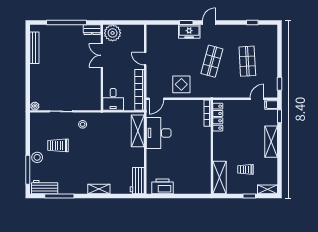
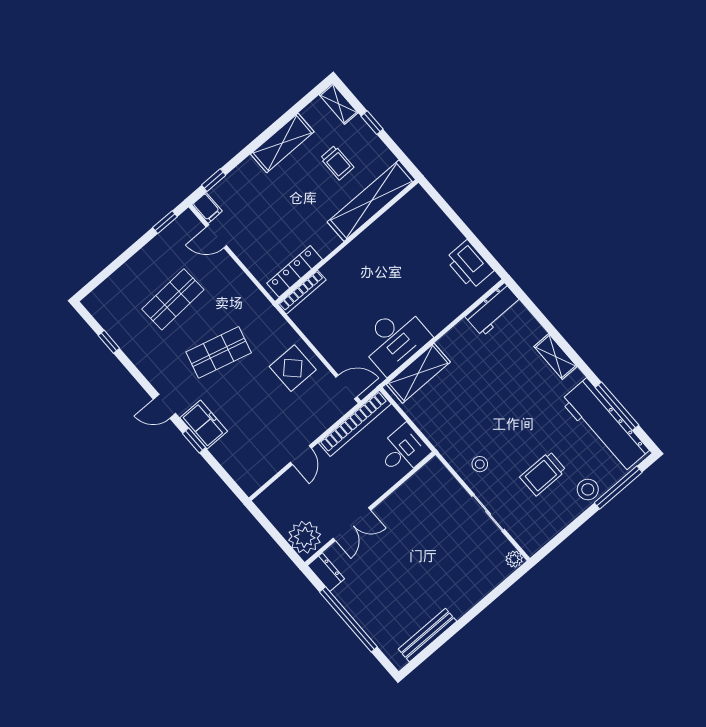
shelving: (271, 142) -> (282, 143), moved
trolley: (58, 145) -> (543, 474), turned 90
shelving: (219, 178) -> (371, 201), width x1.47
workbench: (45, 187) -> (605, 425), width x1.88, depth x1.32

